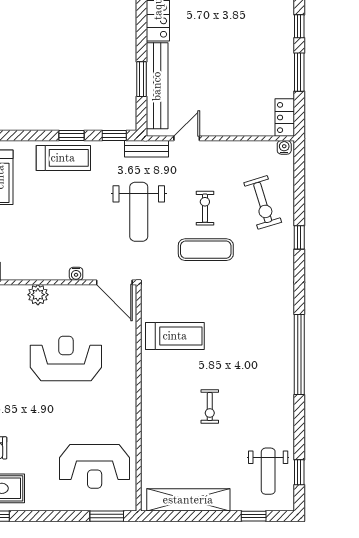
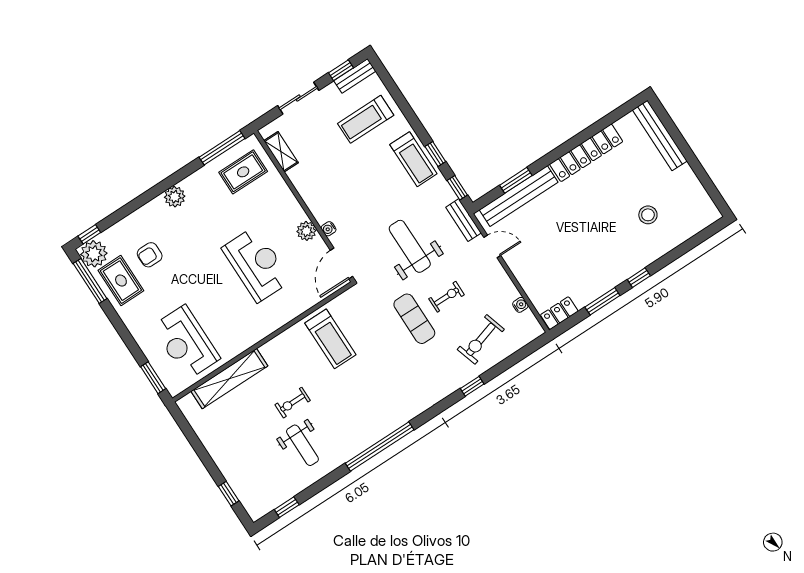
water cooler: (284, 147) -> (520, 305), moved
weight bench: (139, 212) -> (410, 246), turned 90
plant: (38, 295) -> (306, 231), moved
weight bench: (268, 471) -> (302, 445), moved, turned -90
shelving: (188, 500) -> (229, 379), moved, turned 90

